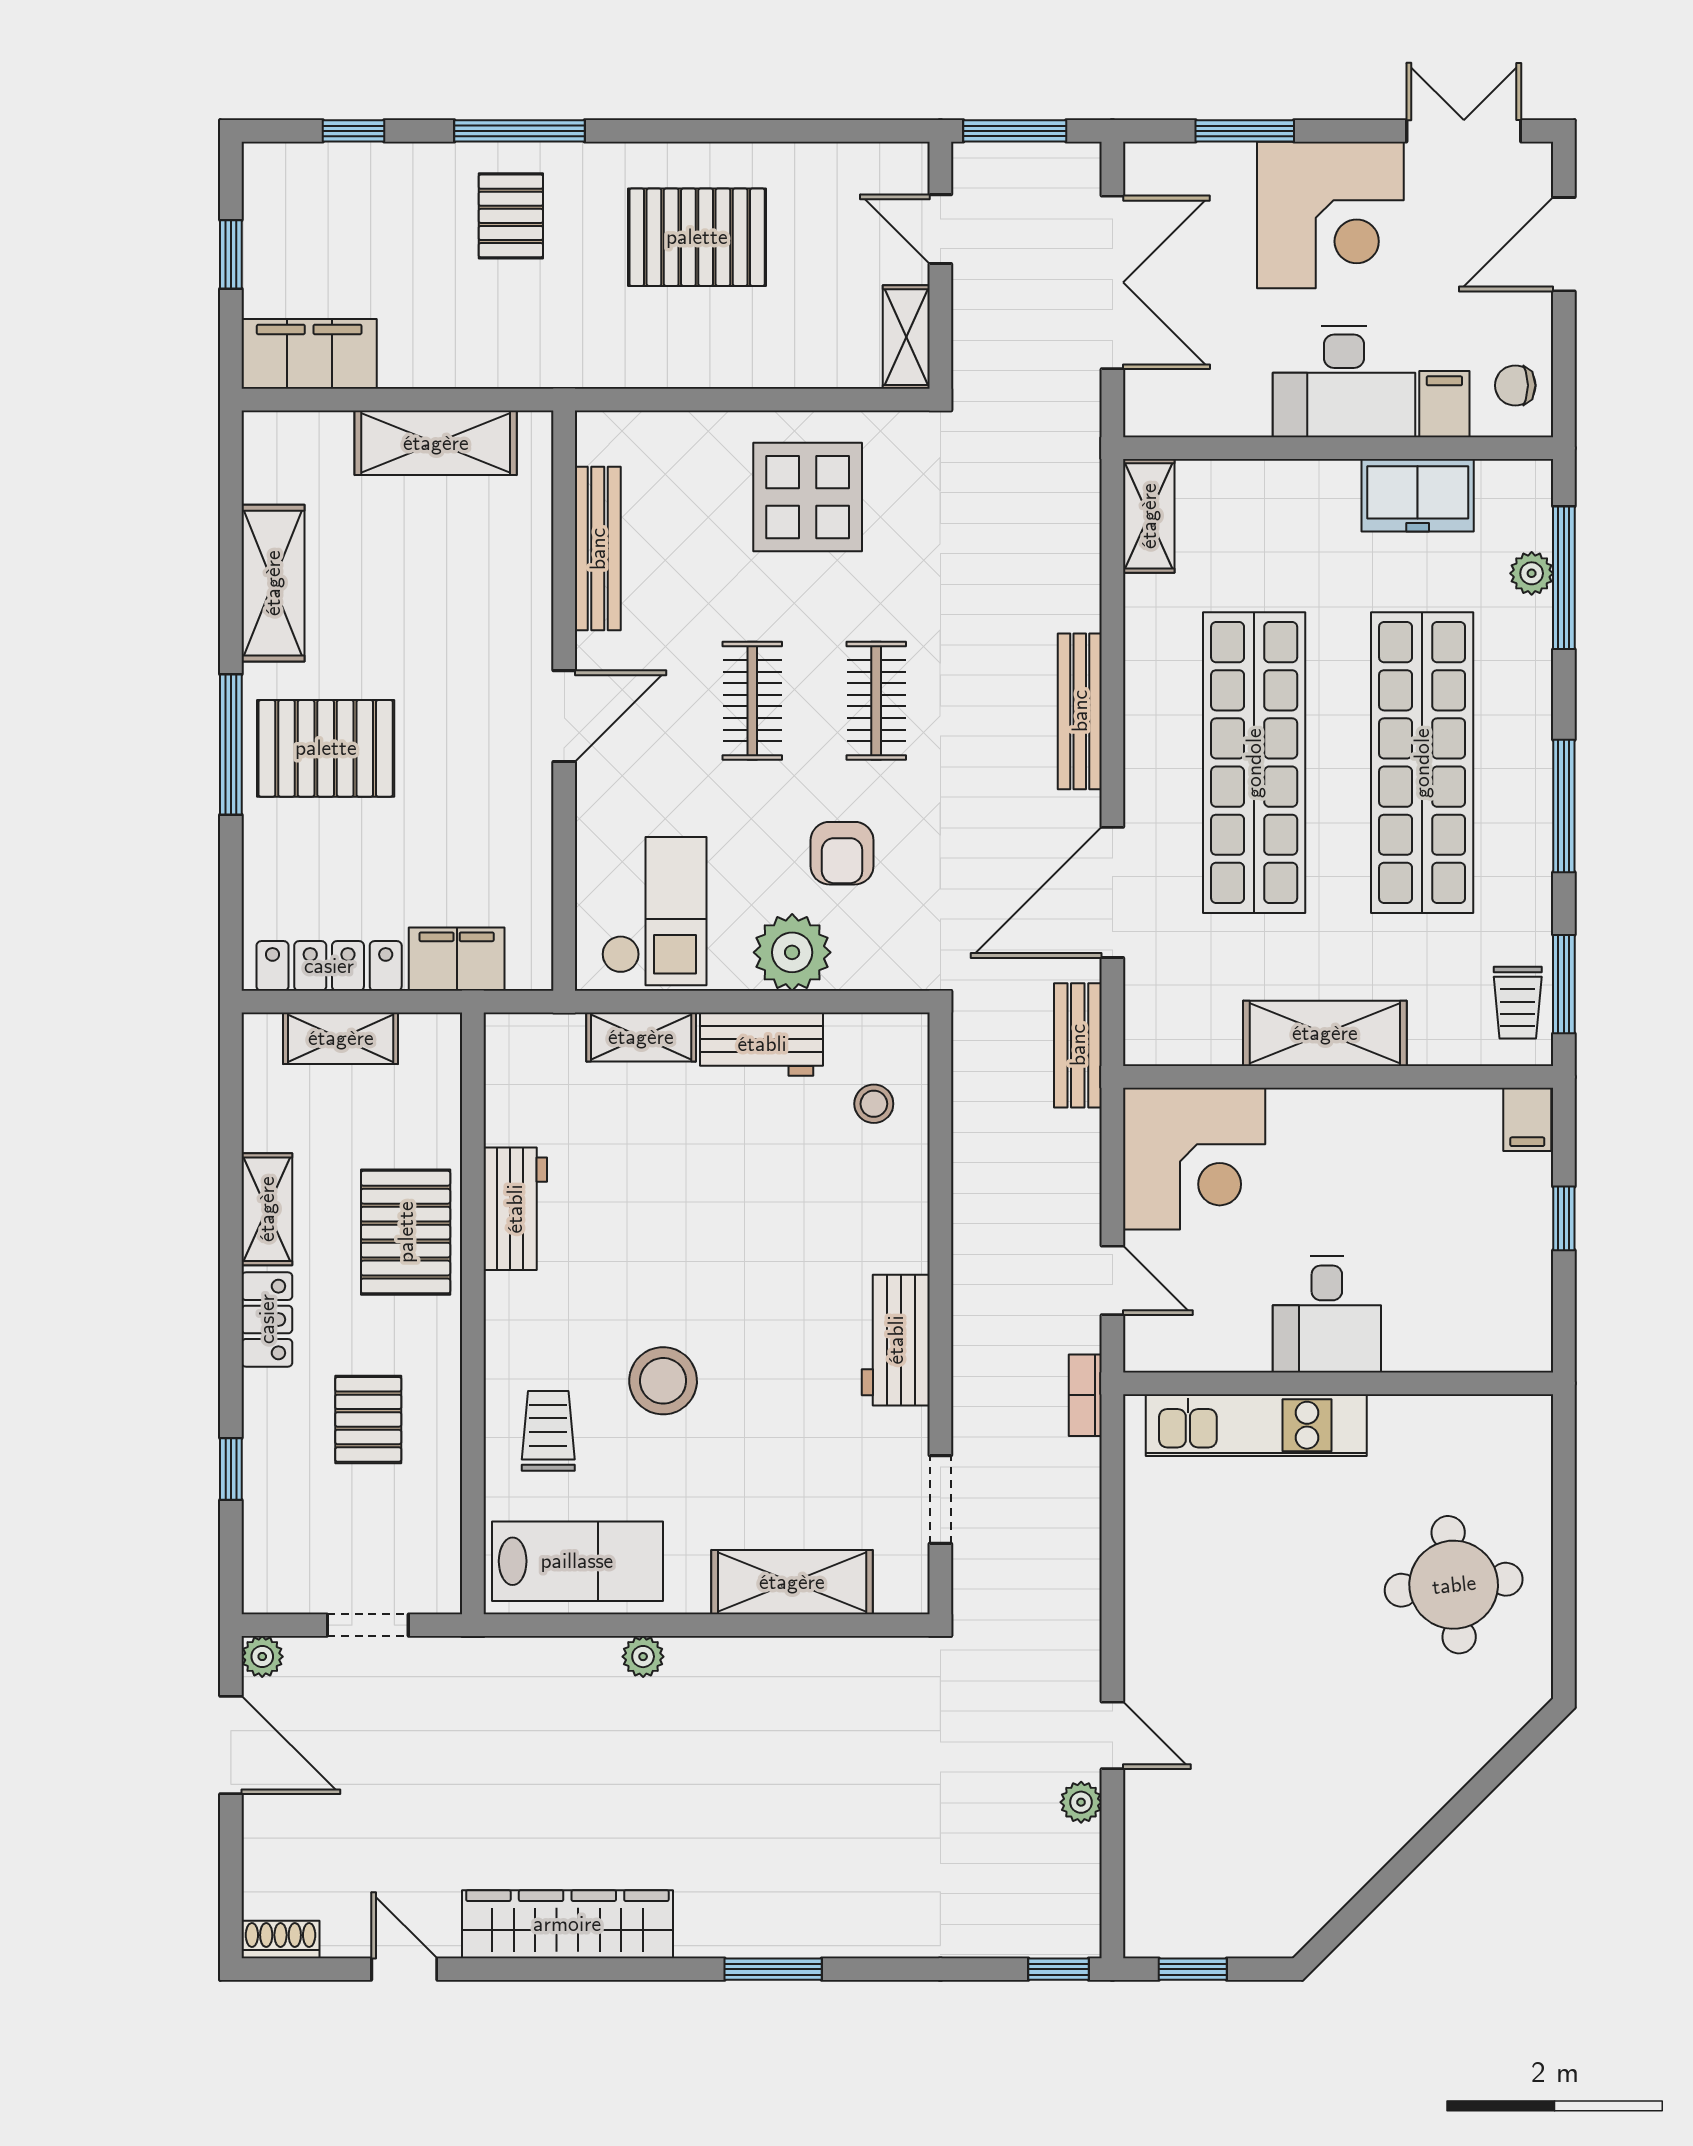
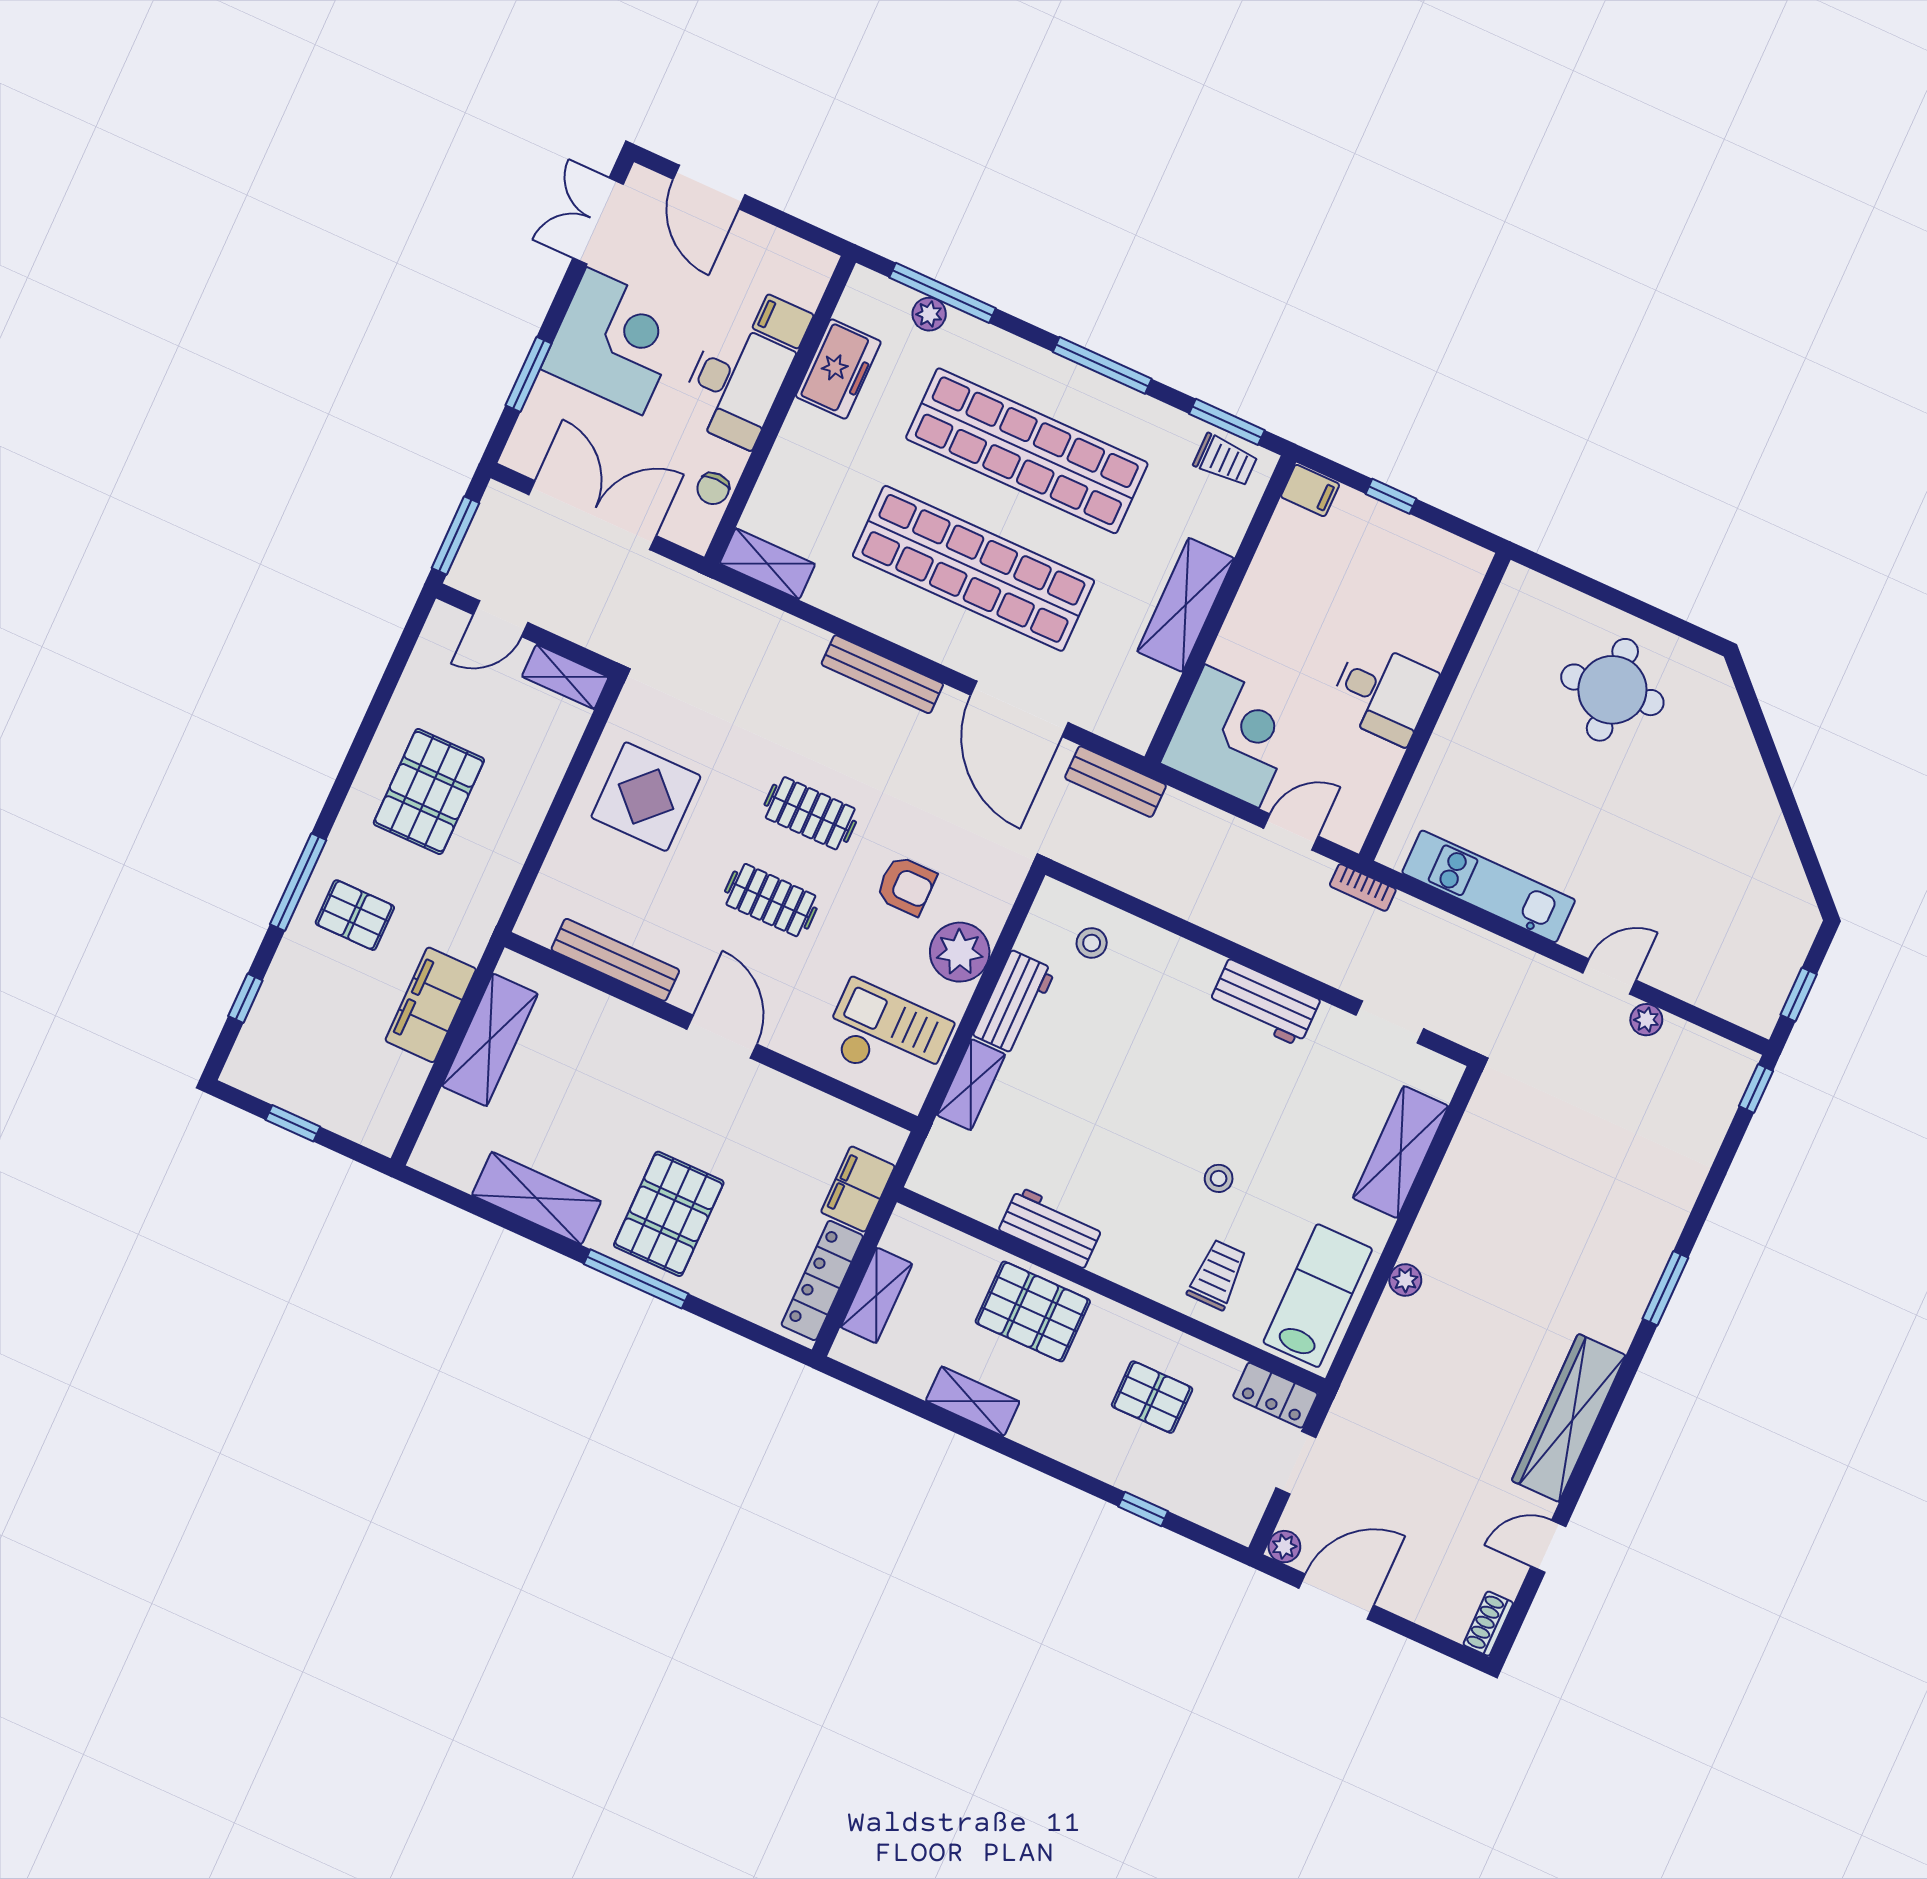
filing cabinet: (309, 354) -> (431, 1005), moved
chair: (1515, 385) -> (713, 489), moved
locker: (267, 1319) -> (1275, 1395), moved, turned 180
stool: (663, 1381) -> (1219, 1178), width x0.53, depth x0.53
kitchen unit: (1256, 1425) -> (1489, 886), moved, turned -90
trolley: (548, 1431) -> (1217, 1275), turned 90

